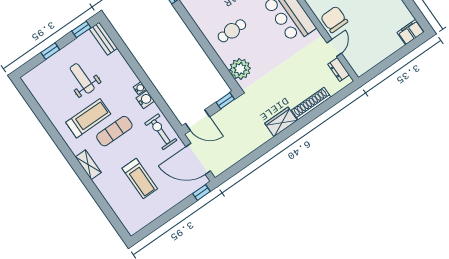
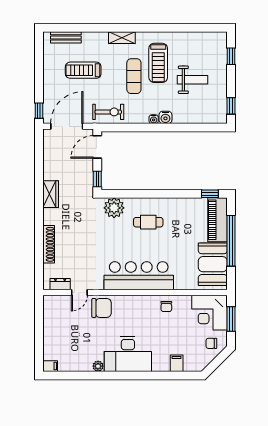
cafe table: (232, 31) -> (148, 222), turned 90
filing cabinet: (411, 32) -> (50, 366), width x0.50
bench: (103, 39) -> (66, 37), moved
door: (334, 48) -> (79, 292), hinge flipped
window: (50, 51) -> (231, 56), moved
water cooler: (145, 100) -> (165, 117), moved
wardrobe: (281, 122) -> (51, 194), moved

